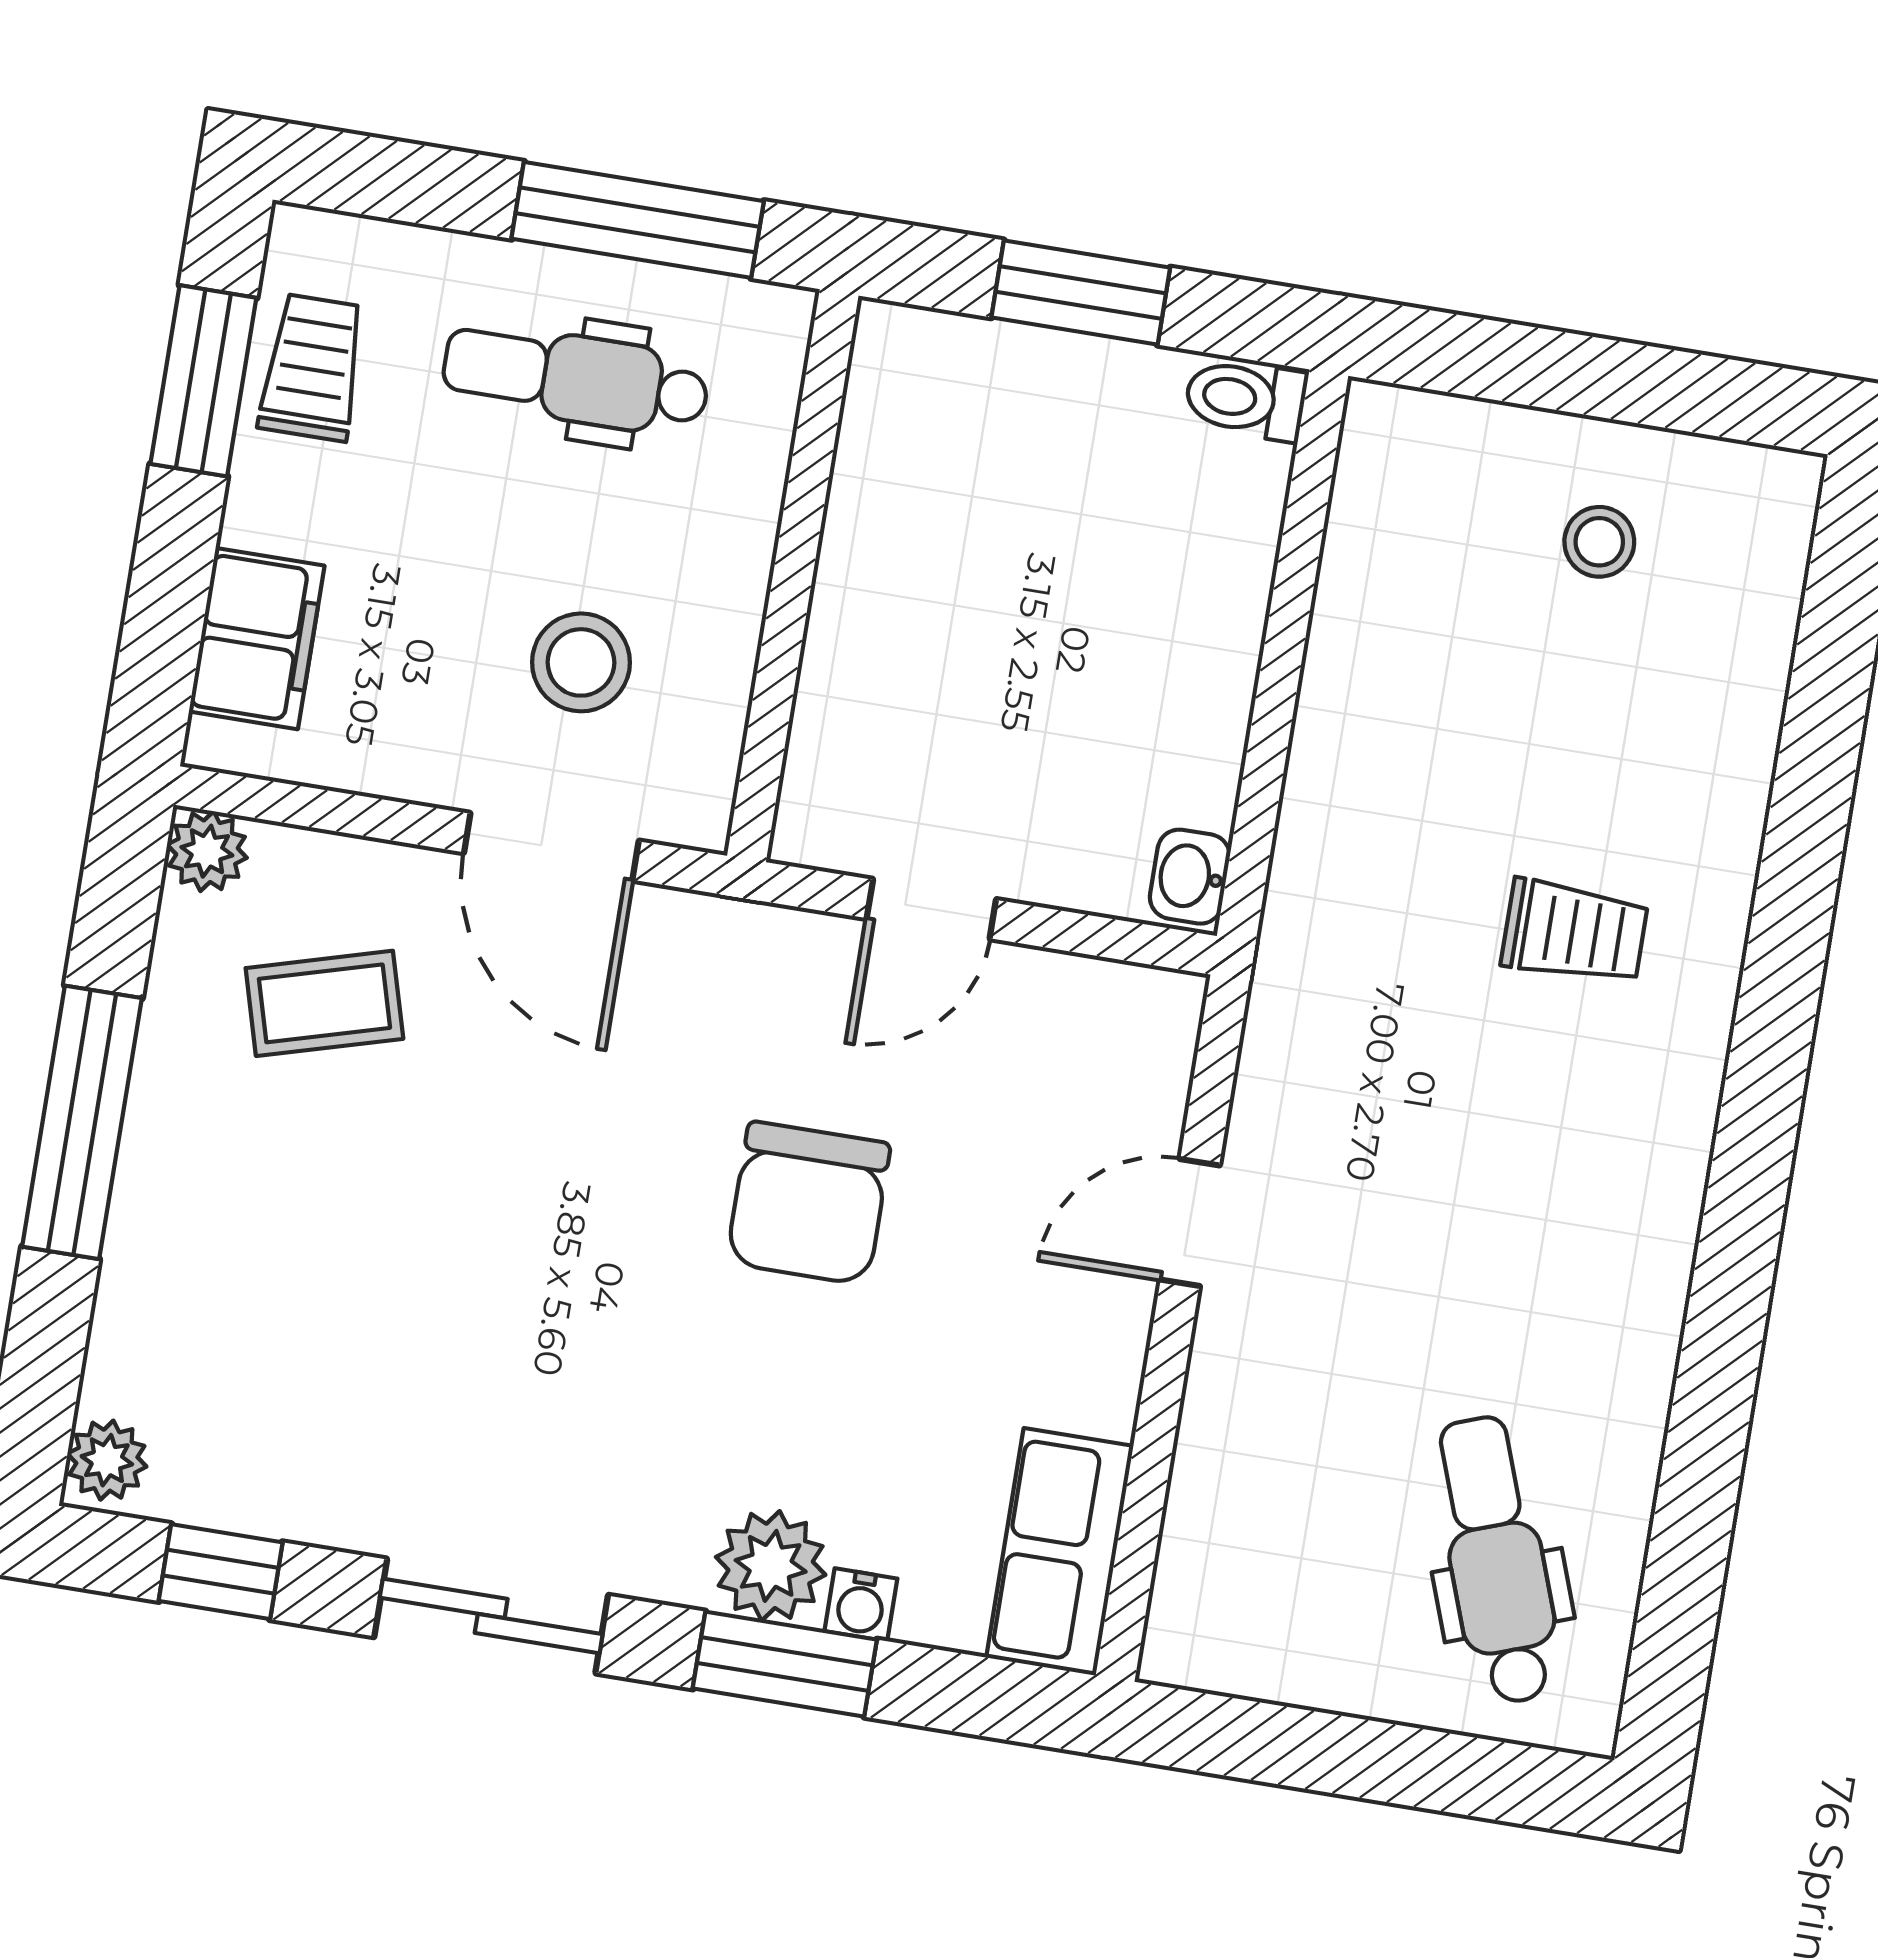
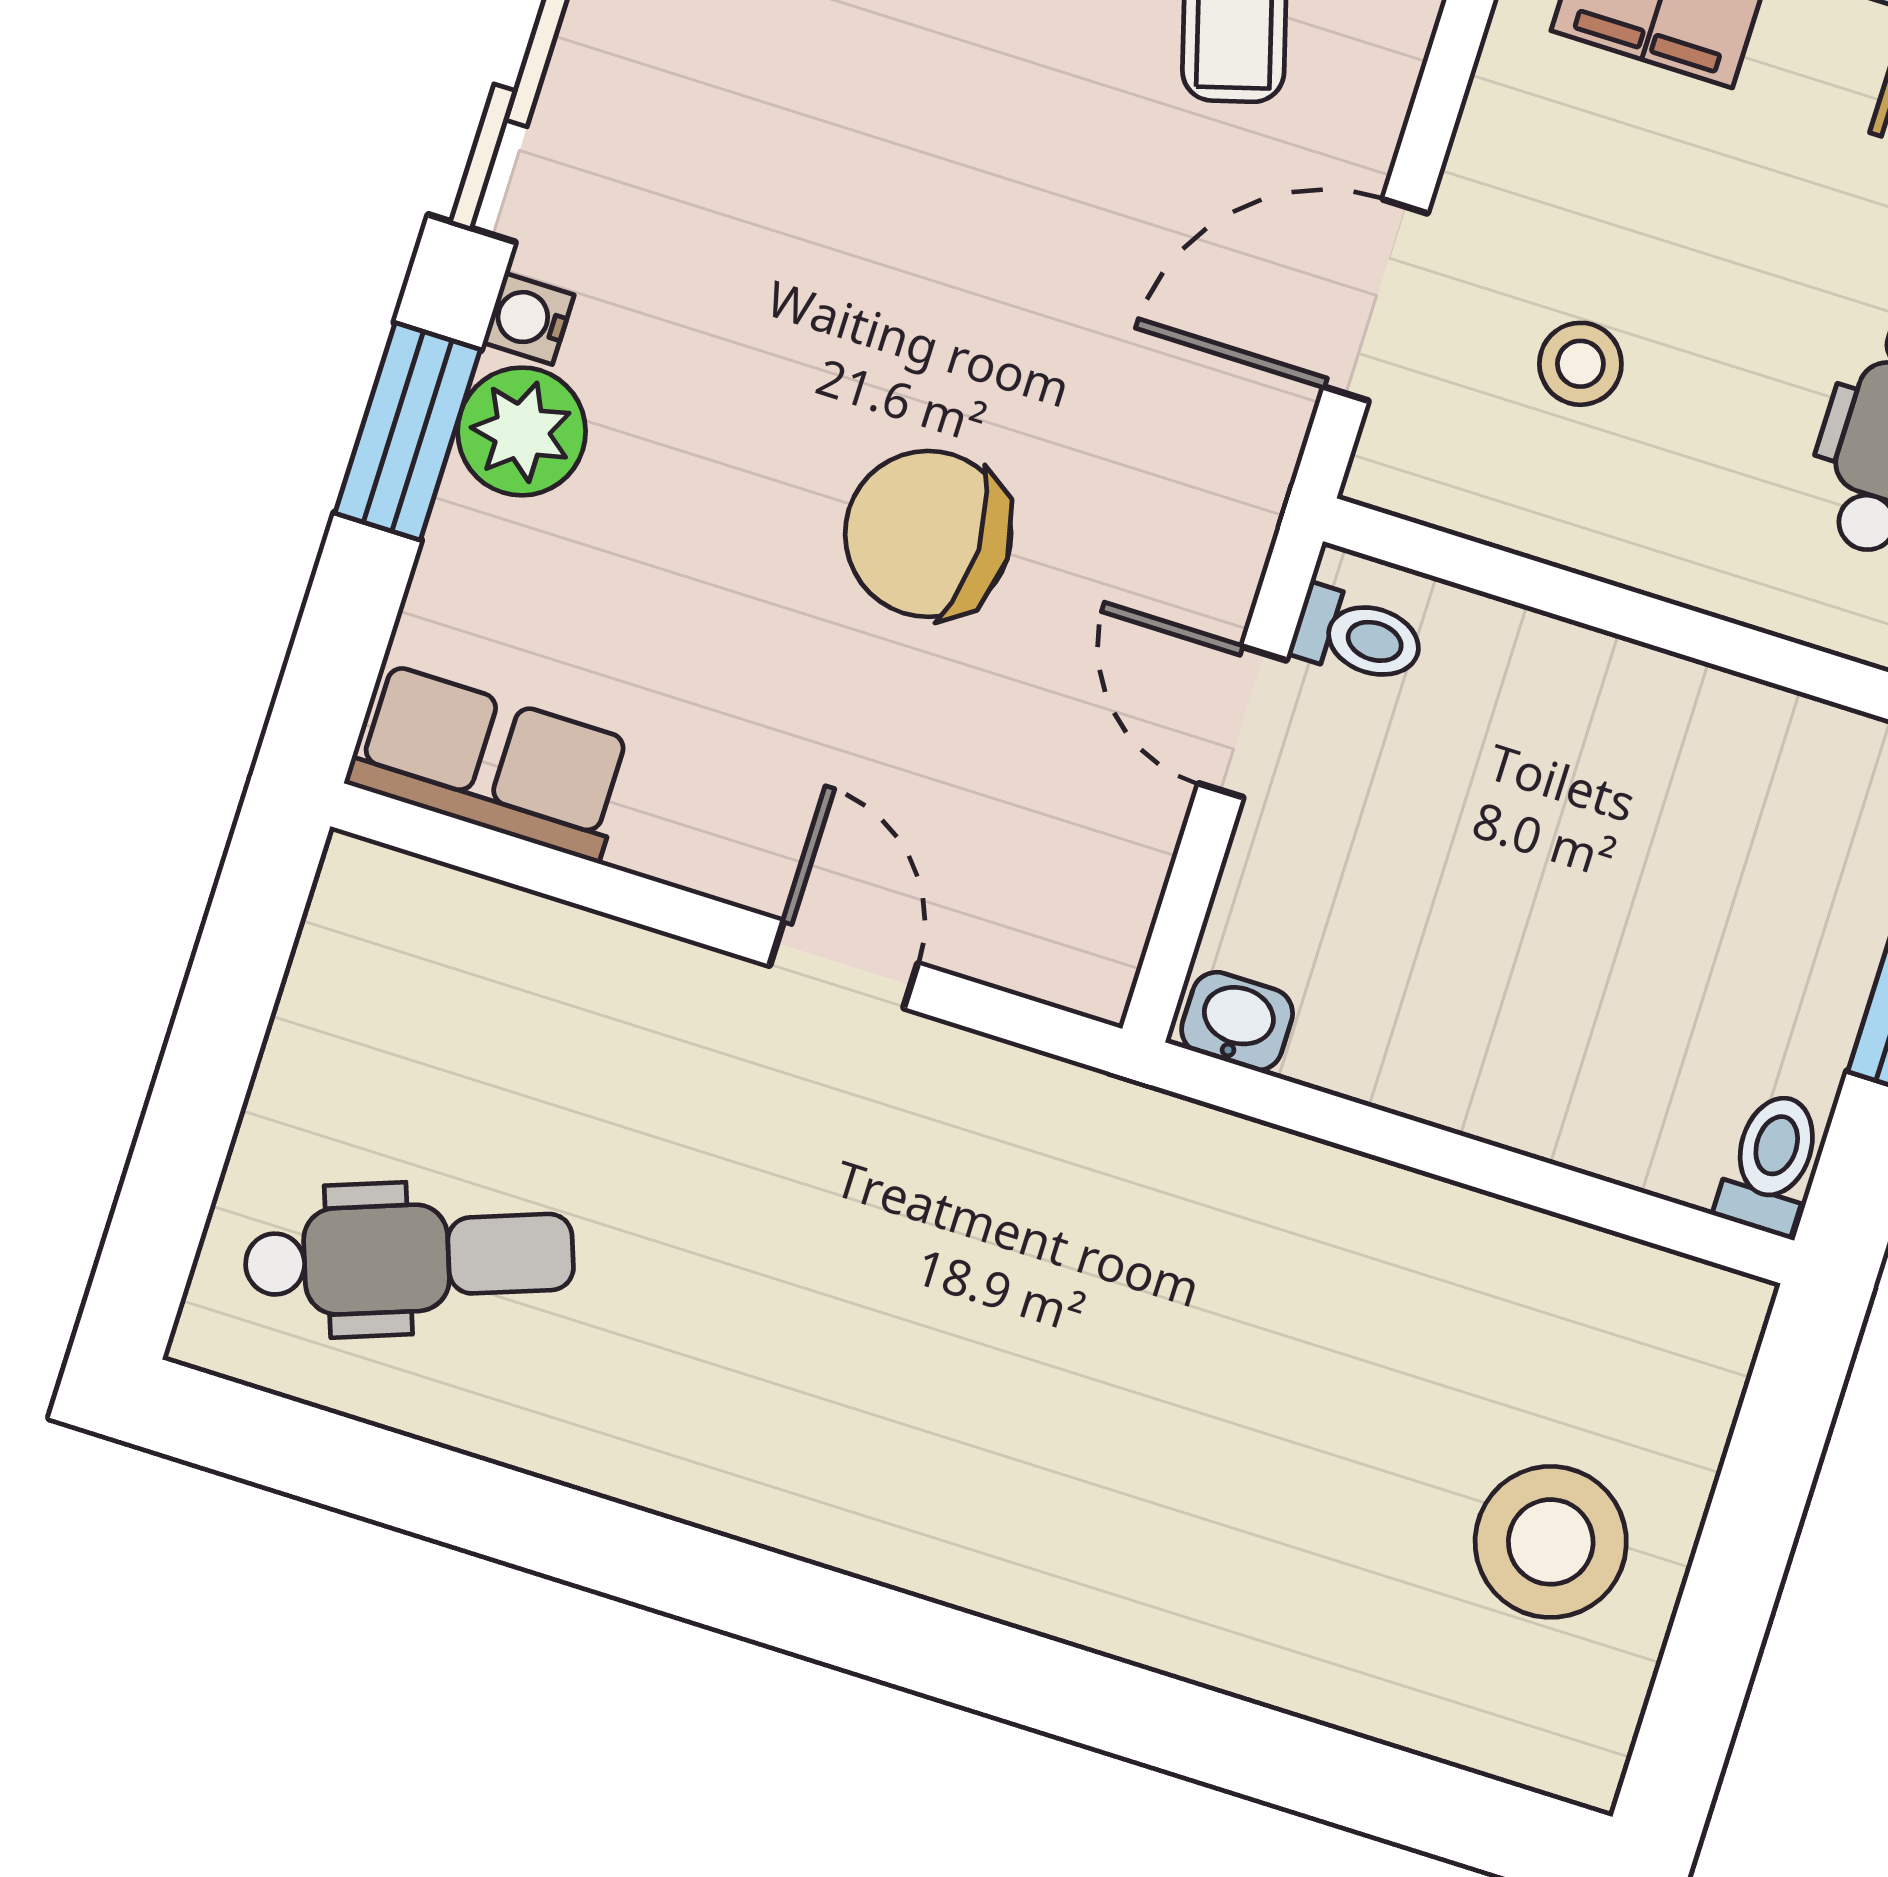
stool: (1599, 542) -> (1551, 1542), width x1.89, depth x1.89
stool: (581, 662) -> (1580, 364), width x0.73, depth x0.73
toilet: (843, 820) -> (1358, 636), added
trolley: (1575, 932) -> (1111, 1450), removed
water cooler: (861, 1605) -> (528, 319), moved

